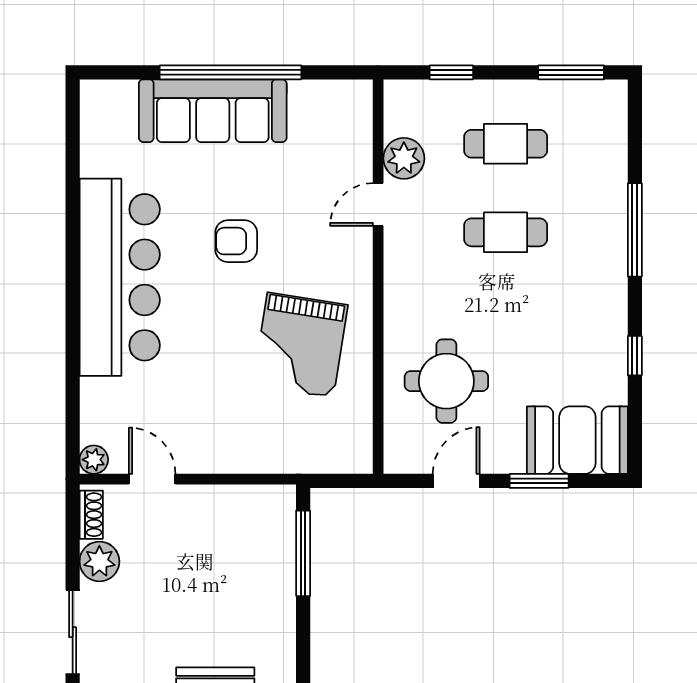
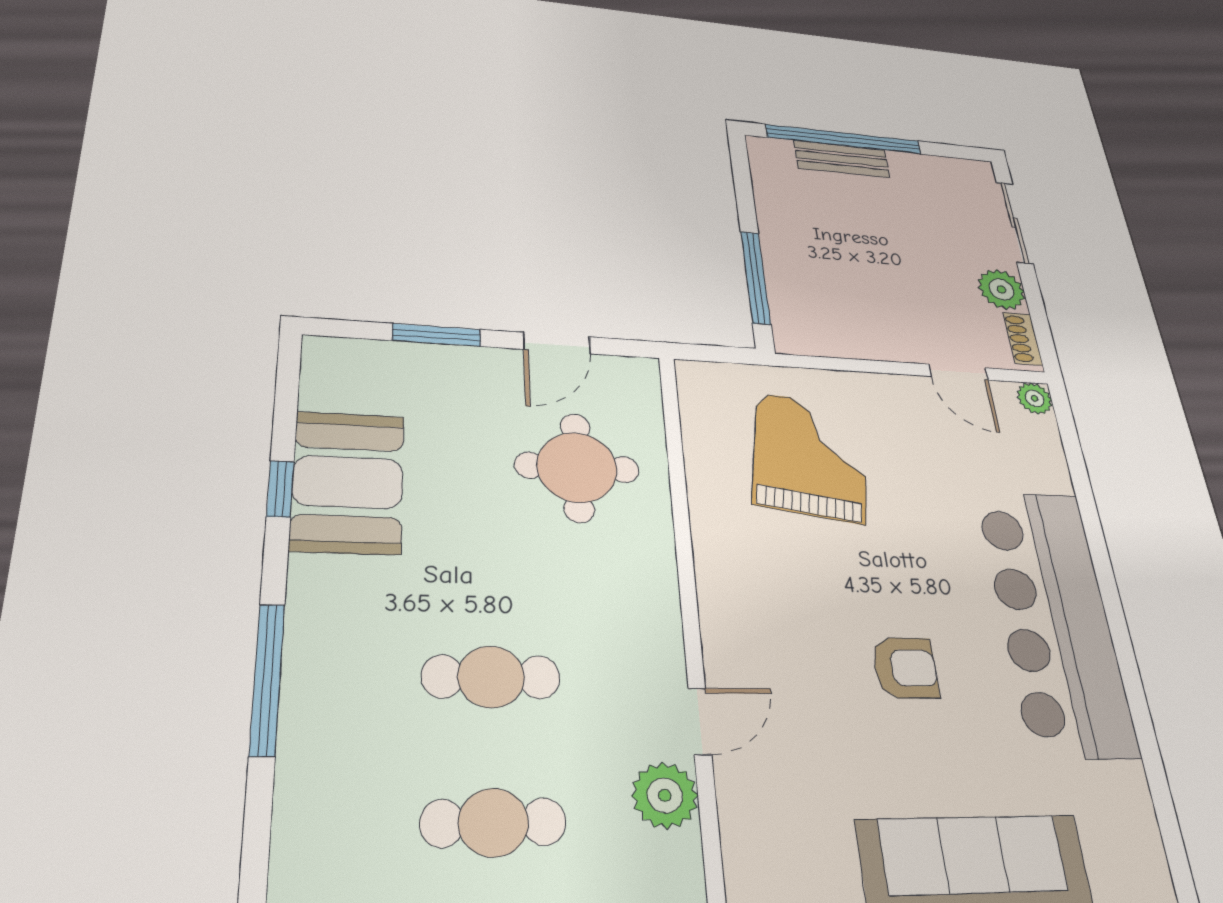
grand piano: (300, 345) -> (811, 457), moved
booth: (577, 440) -> (348, 482), moved, turned 90

